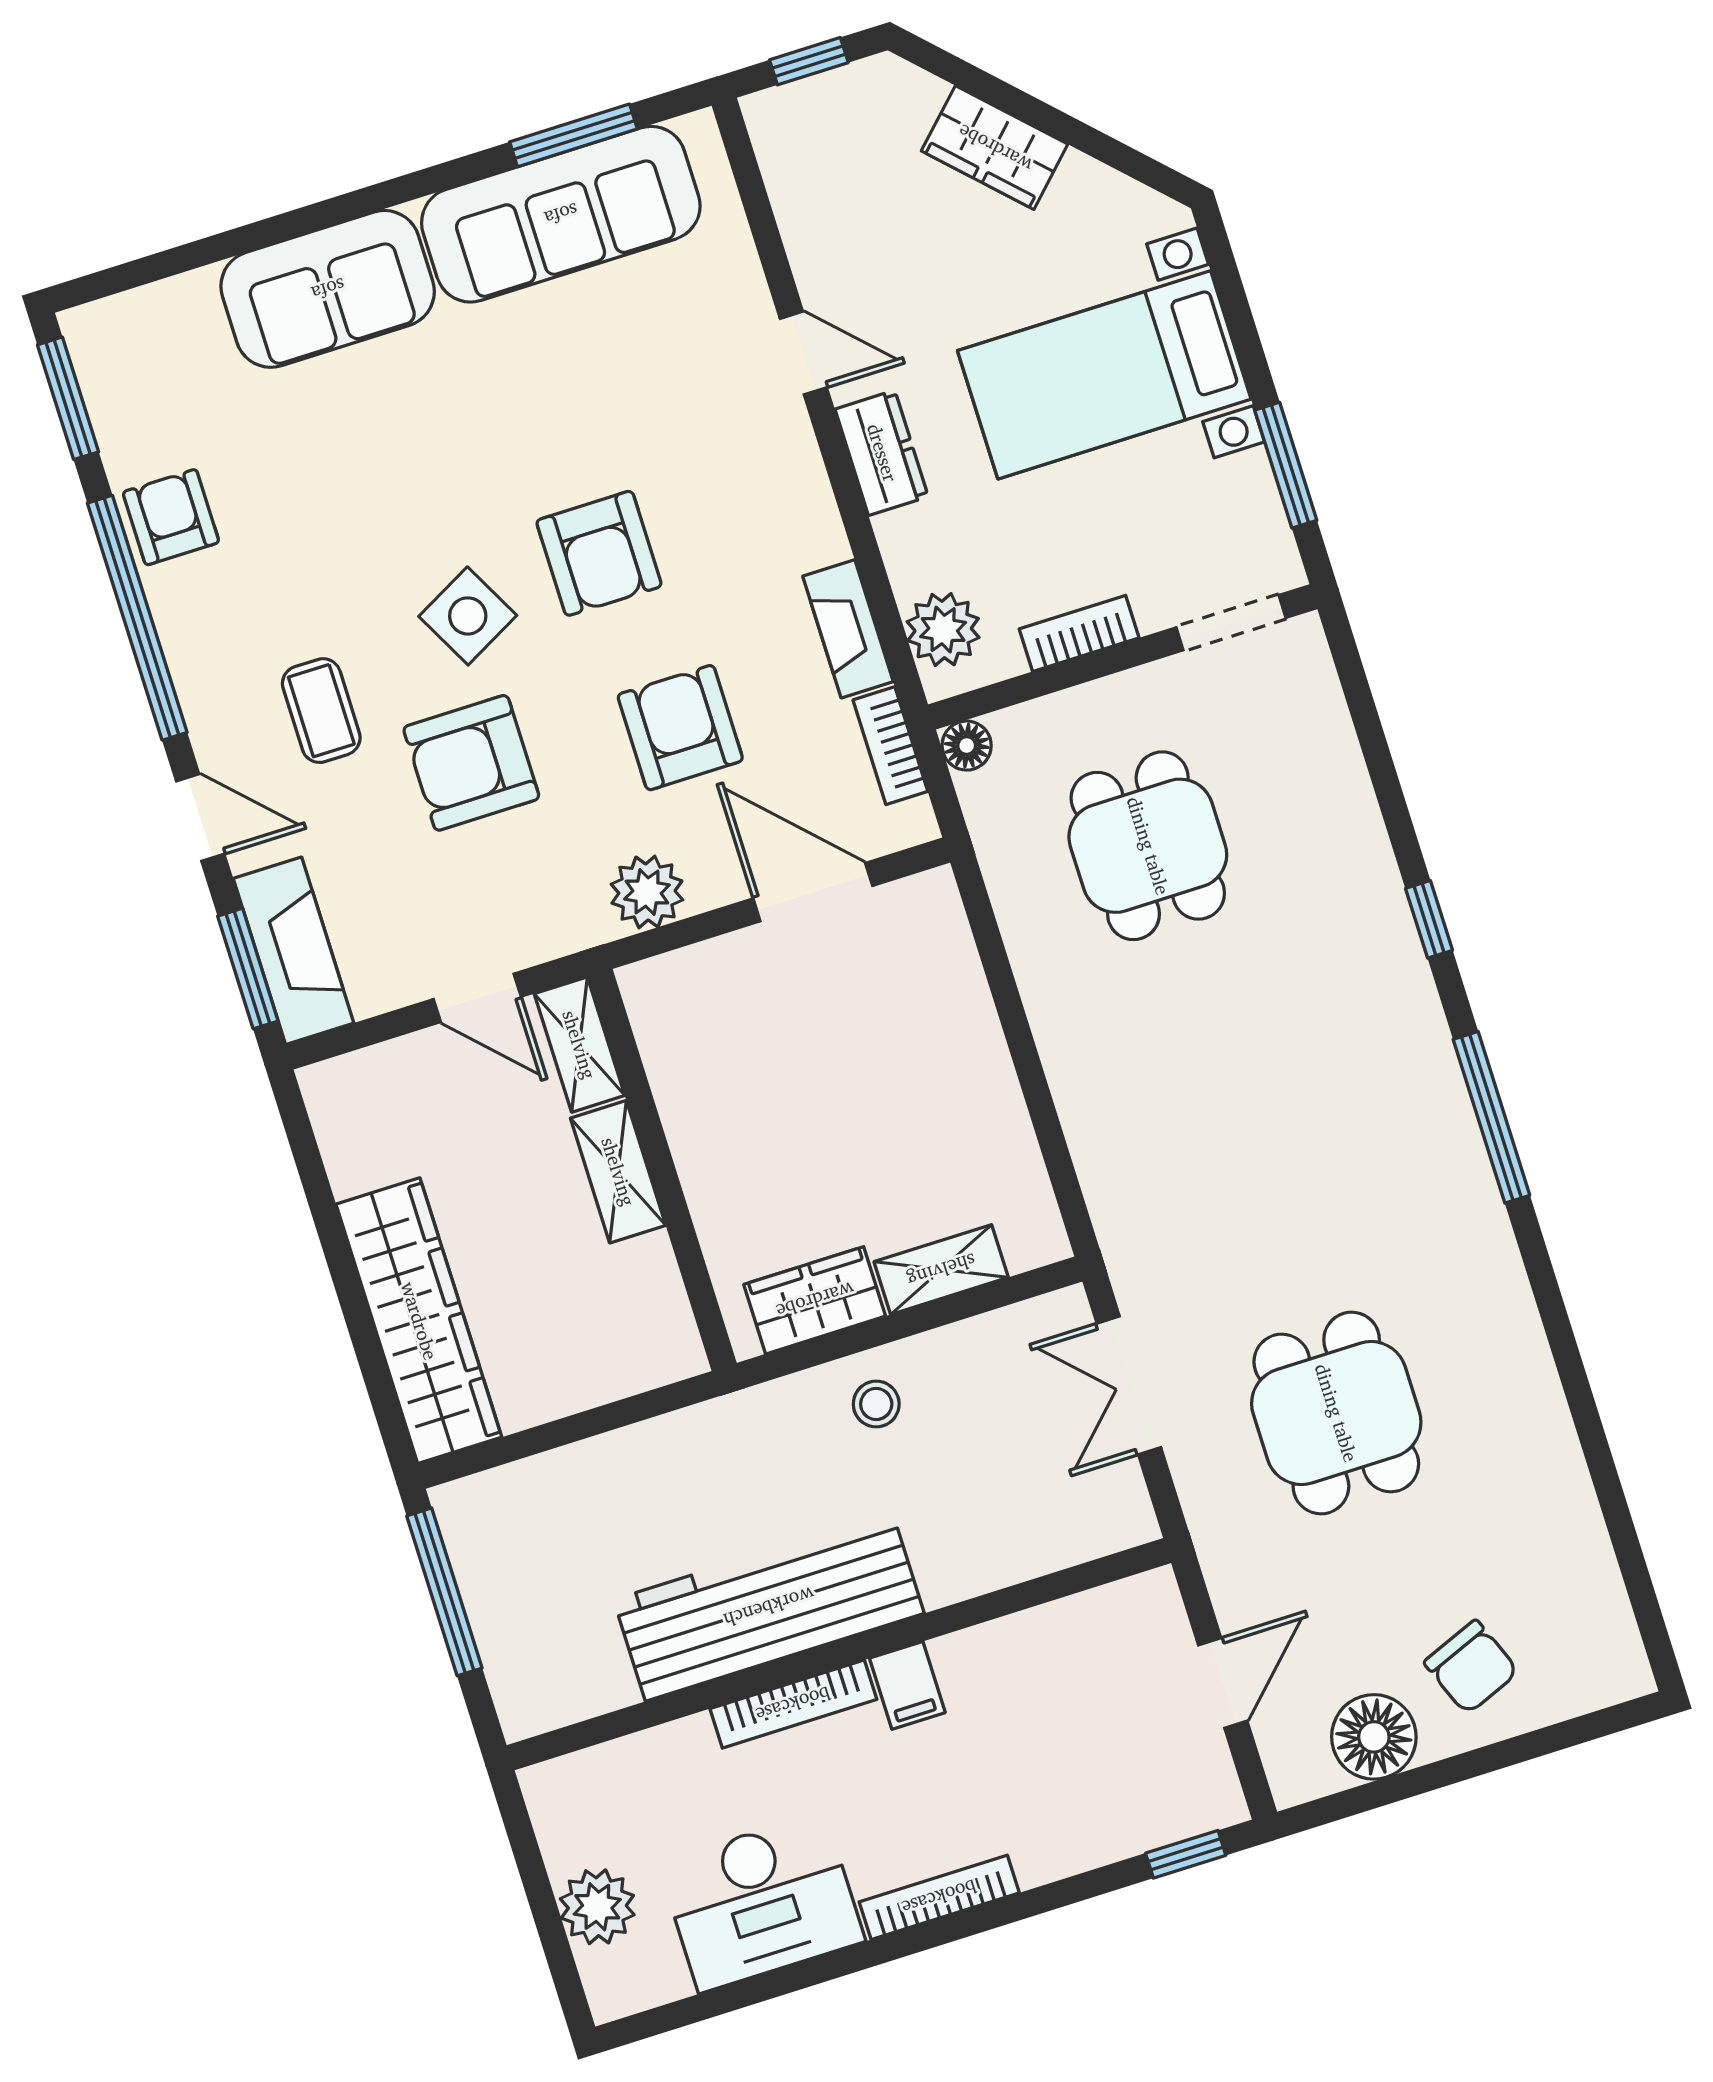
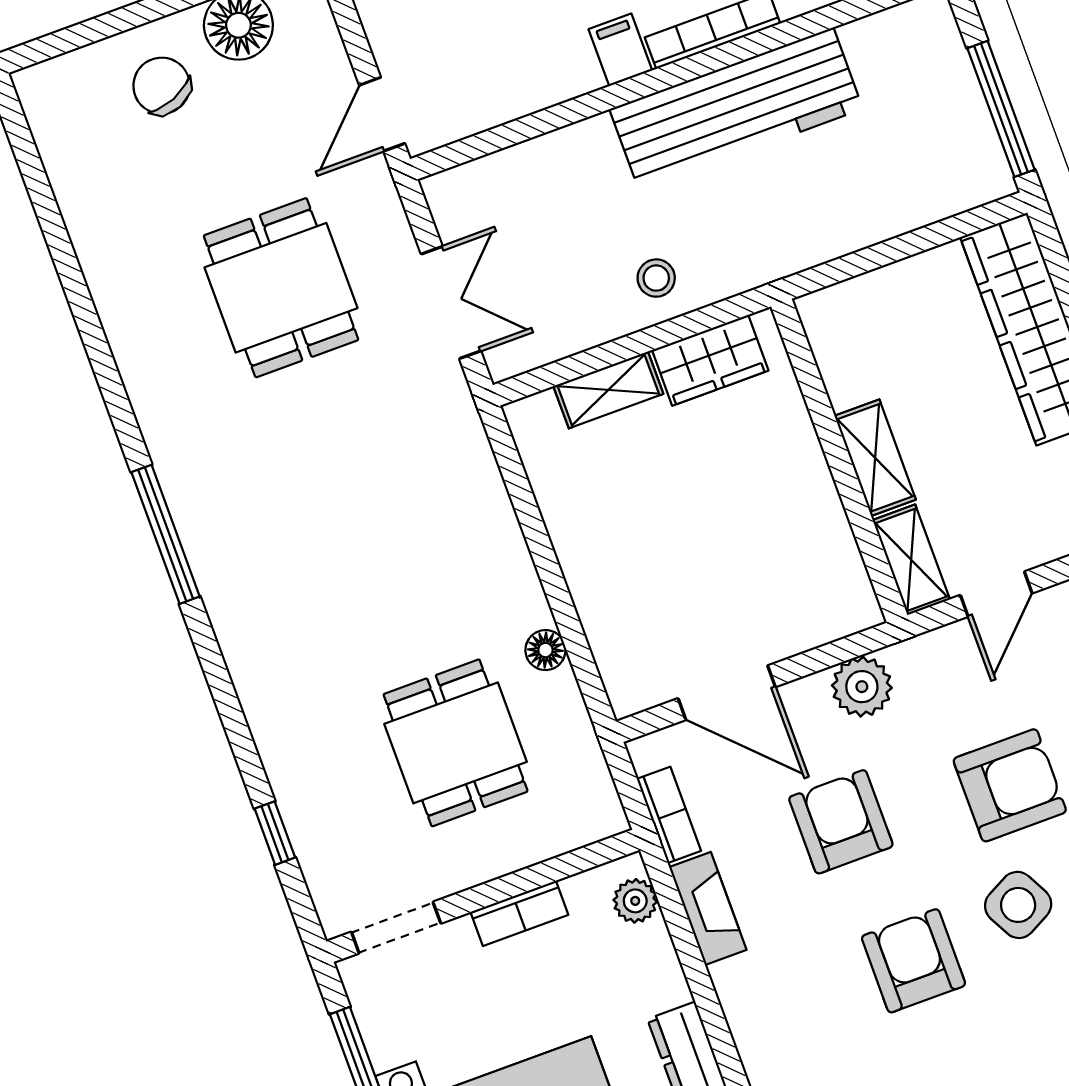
plant: (943, 630) -> (635, 901), width x0.73, depth x0.73
armchair: (680, 728) -> (841, 822), turned 180
floor lamp: (967, 746) -> (545, 650), moved
window: (1429, 919) -> (275, 833), moved
door: (477, 998) -> (996, 594), swing flipped
door: (1223, 1683) -> (382, 114), moved

